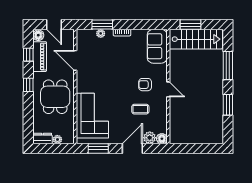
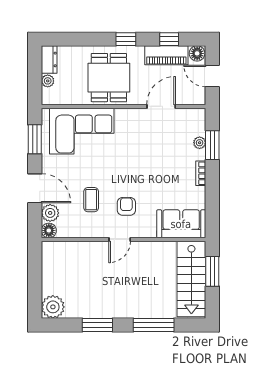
door: (54, 25) -> (212, 76), hinge flipped
dining table: (55, 97) -> (109, 78), turned 90
plant: (215, 136) -> (53, 307), added

